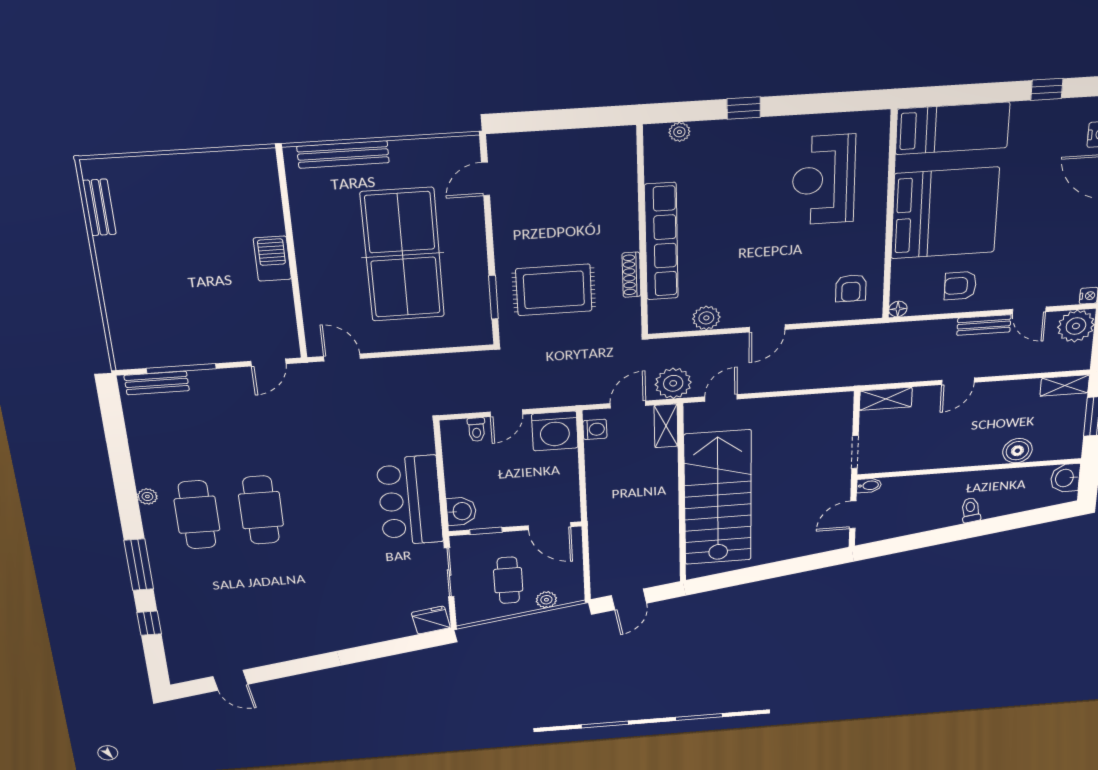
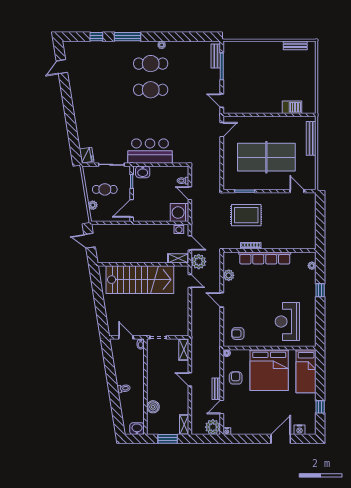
reception desk: (824, 180) -> (287, 321), turned -90
barbecue: (272, 259) -> (292, 107), moved
rug: (554, 290) -> (246, 215), turned 90

